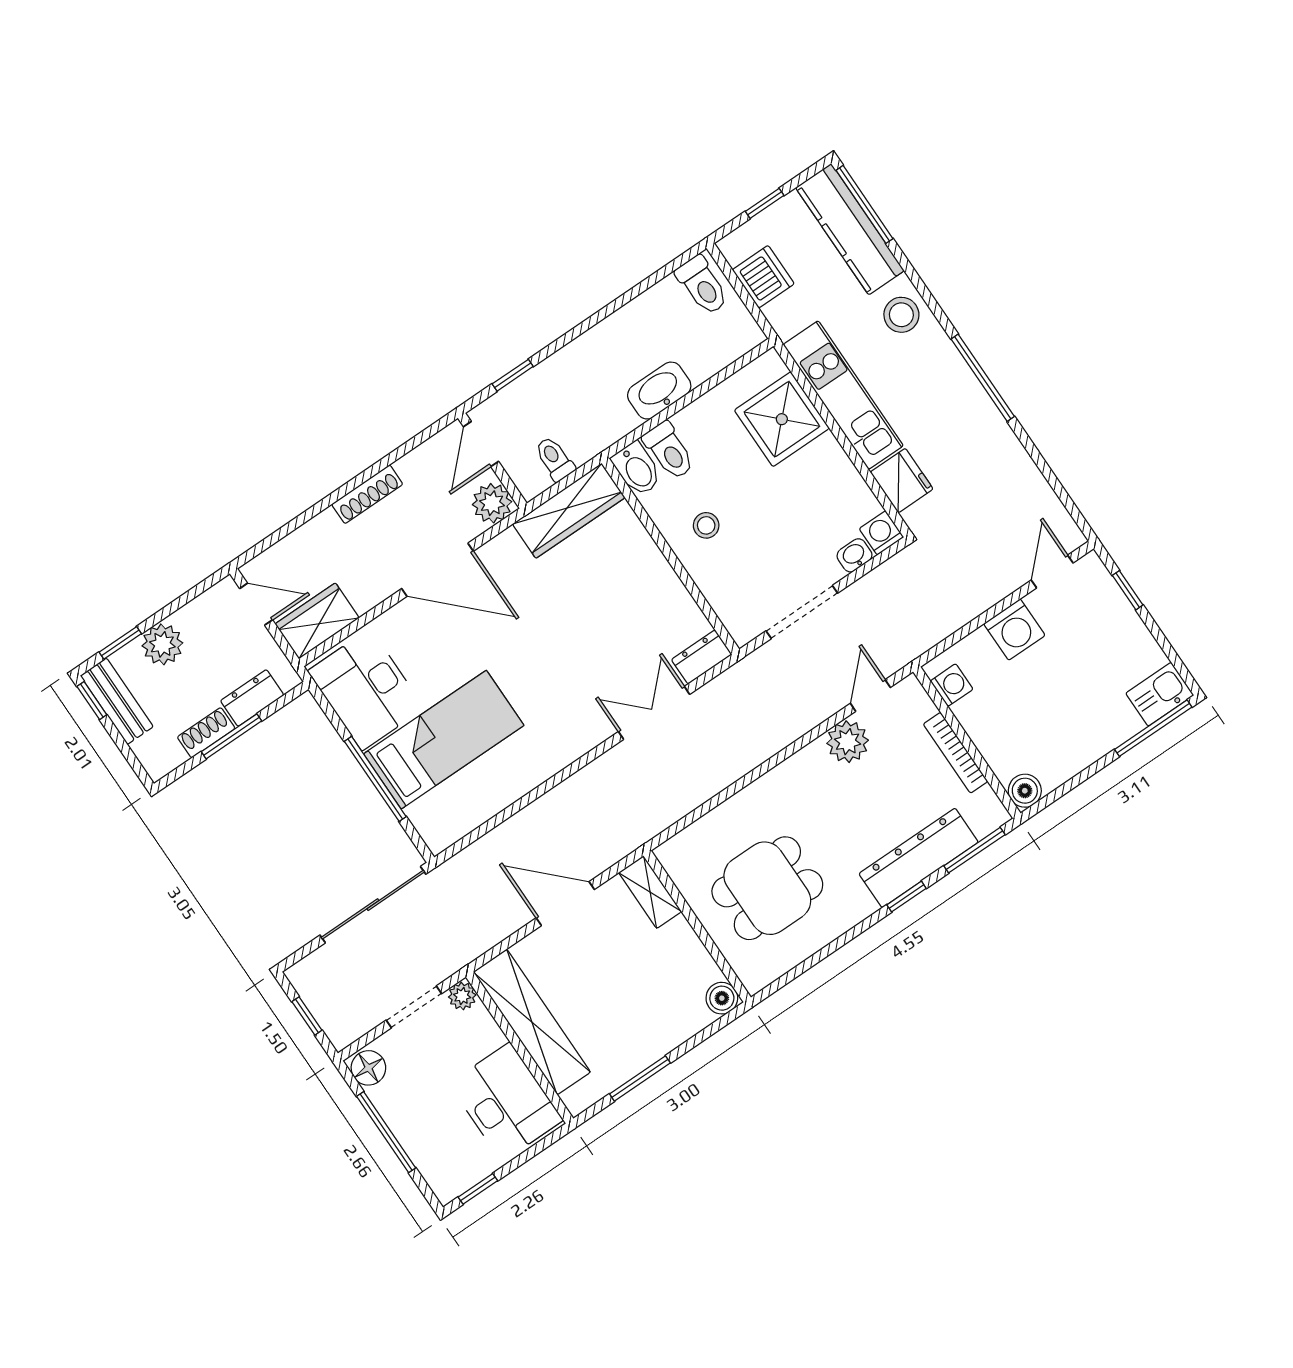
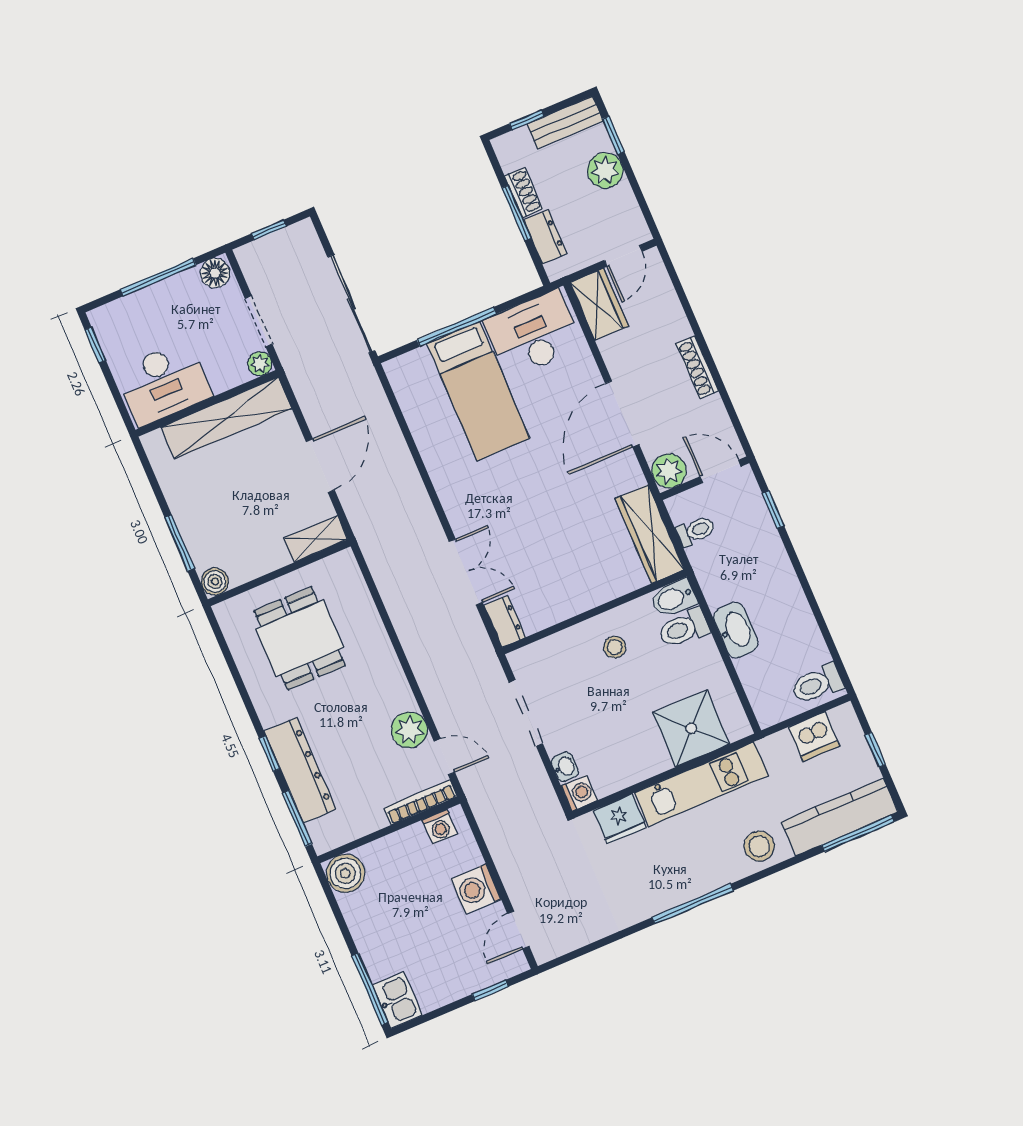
door: (1052, 572) -> (518, 930), swing flipped
window: (92, 701) -> (527, 120), moved
bookcase: (956, 753) -> (421, 802), moved
boiler: (1025, 791) -> (345, 873), width x1.36, depth x1.36
window: (640, 1078) -> (179, 543), moved

